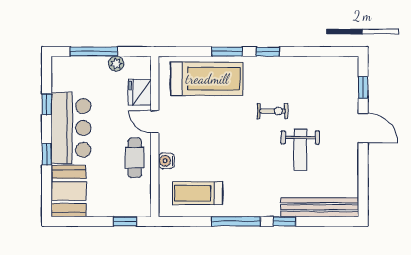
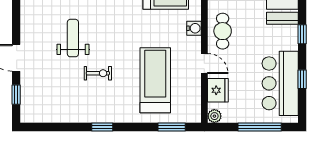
window: (227, 52) -> (172, 127), moved
plant: (116, 64) -> (214, 116), moved
treadmill: (207, 79) -> (155, 80), moved, turned 90
exercise bike: (273, 111) -> (98, 73), turned 180
bar counter: (71, 128) -> (280, 83), moved

